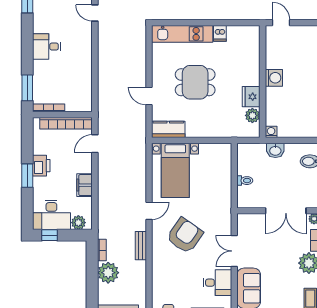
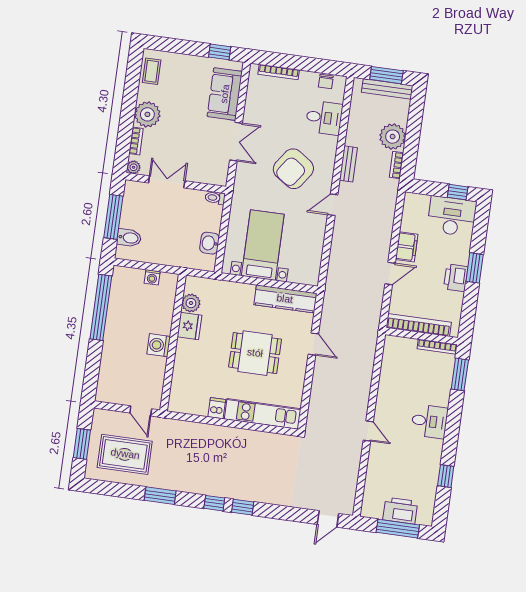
door: (95, 13) -> (368, 431), moved
kitchen counter: (168, 129) -> (285, 299), width x1.50
washing machine: (271, 132) -> (152, 277), moved
door: (95, 144) -> (390, 273), moved
washbasin: (275, 150) -> (210, 243), moved, turned -90
bed with nightstands: (175, 170) -> (263, 245), moved
toilet: (245, 181) -> (215, 198), moved
double door: (286, 211) -> (167, 182), width x0.73
plant: (78, 223) -> (420, 202), removed
desk: (218, 283) -> (324, 118), moved, turned 180

